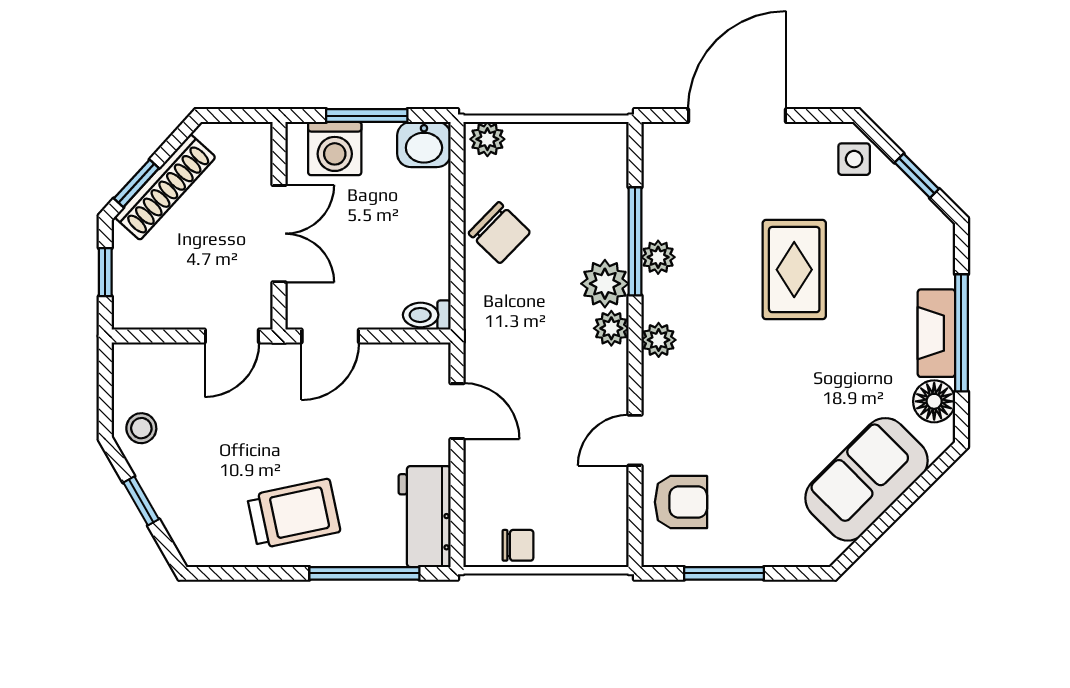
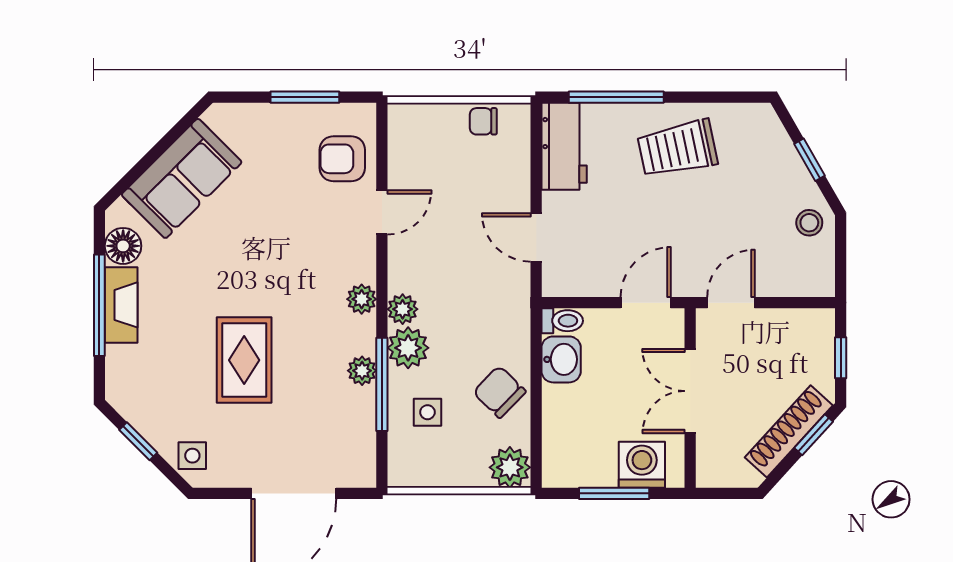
plant: (487, 139) -> (510, 467), width x1.38, depth x1.38
washbasin: (424, 145) -> (561, 359), moved, turned 90
side table: (582, 209) -> (427, 412), added

